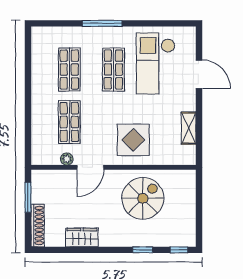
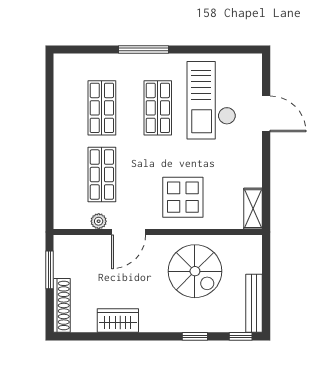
shelving: (189, 128) -> (253, 209), moved
spiral stairs: (143, 198) -> (195, 271), turned 90
bench: (189, 224) -> (254, 303), added

